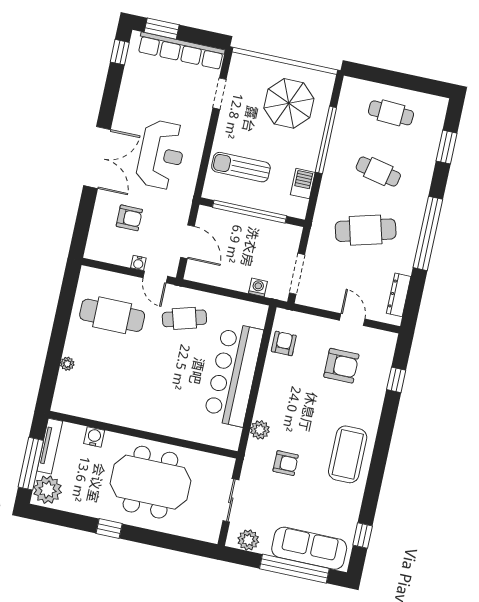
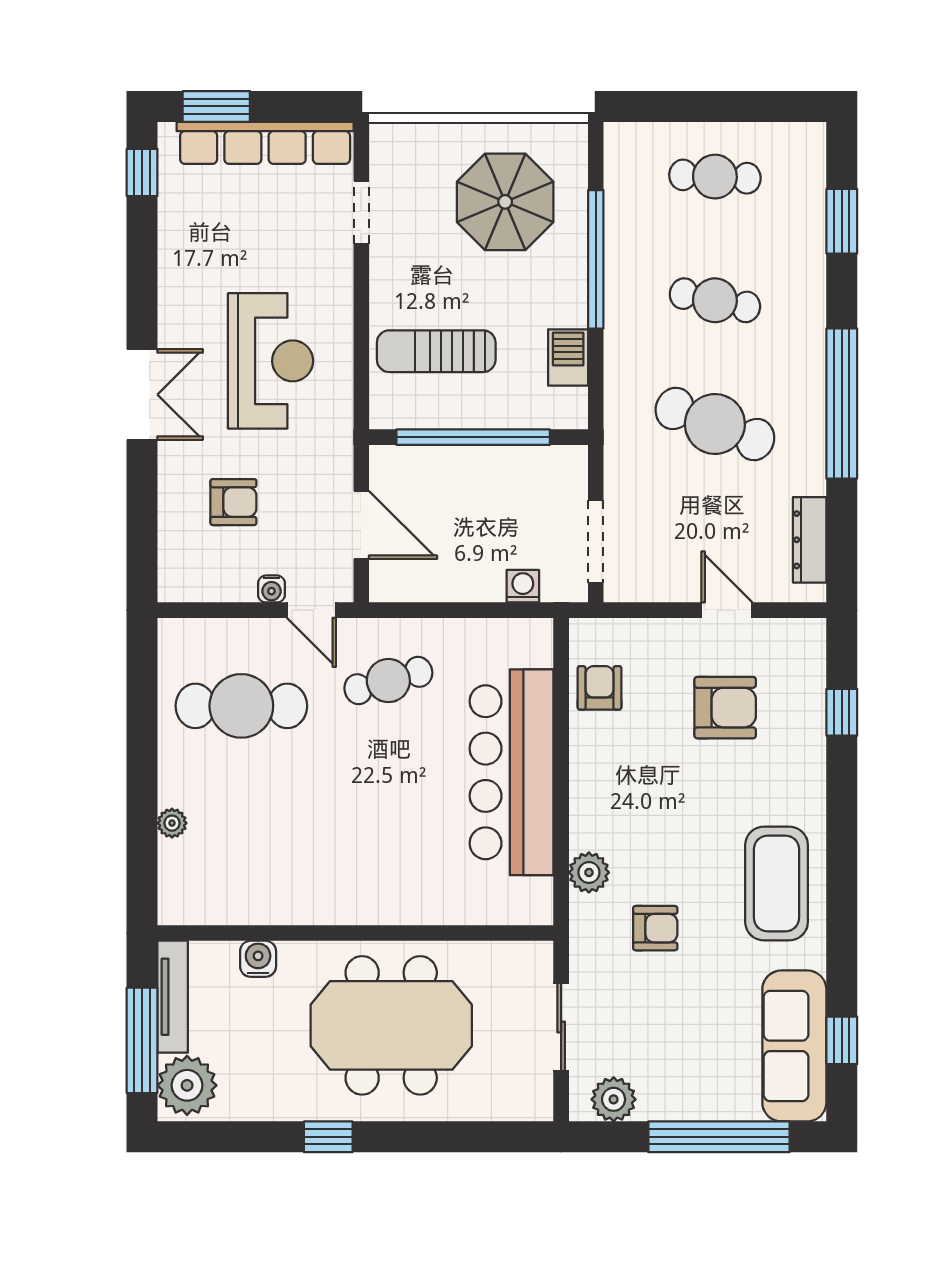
double door: (97, 157) -> (142, 395), width x0.73
cafe table: (366, 230) -> (715, 424), turned 36
sofa: (309, 548) -> (794, 1046), moved, turned -90

